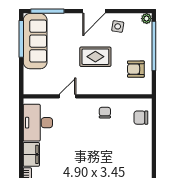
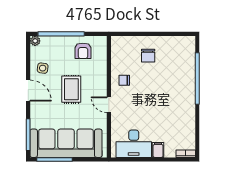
sofa: (35, 41) -> (66, 143), width x1.36, depth x1.27
door: (67, 96) -> (109, 105), moved
chair: (141, 118) -> (148, 56), moved
filing cabinet: (31, 154) -> (158, 150), width x0.50

